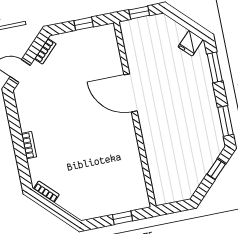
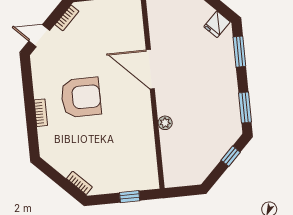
armchair: (66, 126) -> (81, 97), added
plant: (150, 143) -> (165, 123), added
bookcase: (46, 192) -> (79, 183), moved

